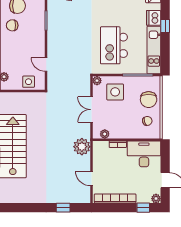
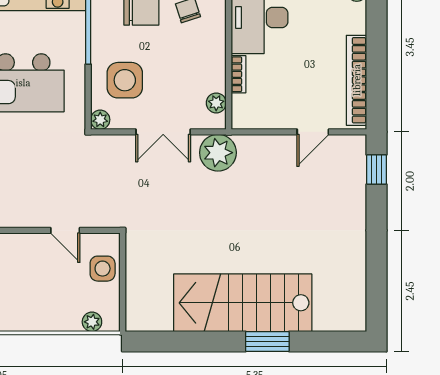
door: (46, 64) -> (65, 230), hinge flipped
plant: (82, 147) -> (218, 153), moved
window: (63, 208) -> (377, 169), moved
window: (143, 208) -> (377, 19), removed

